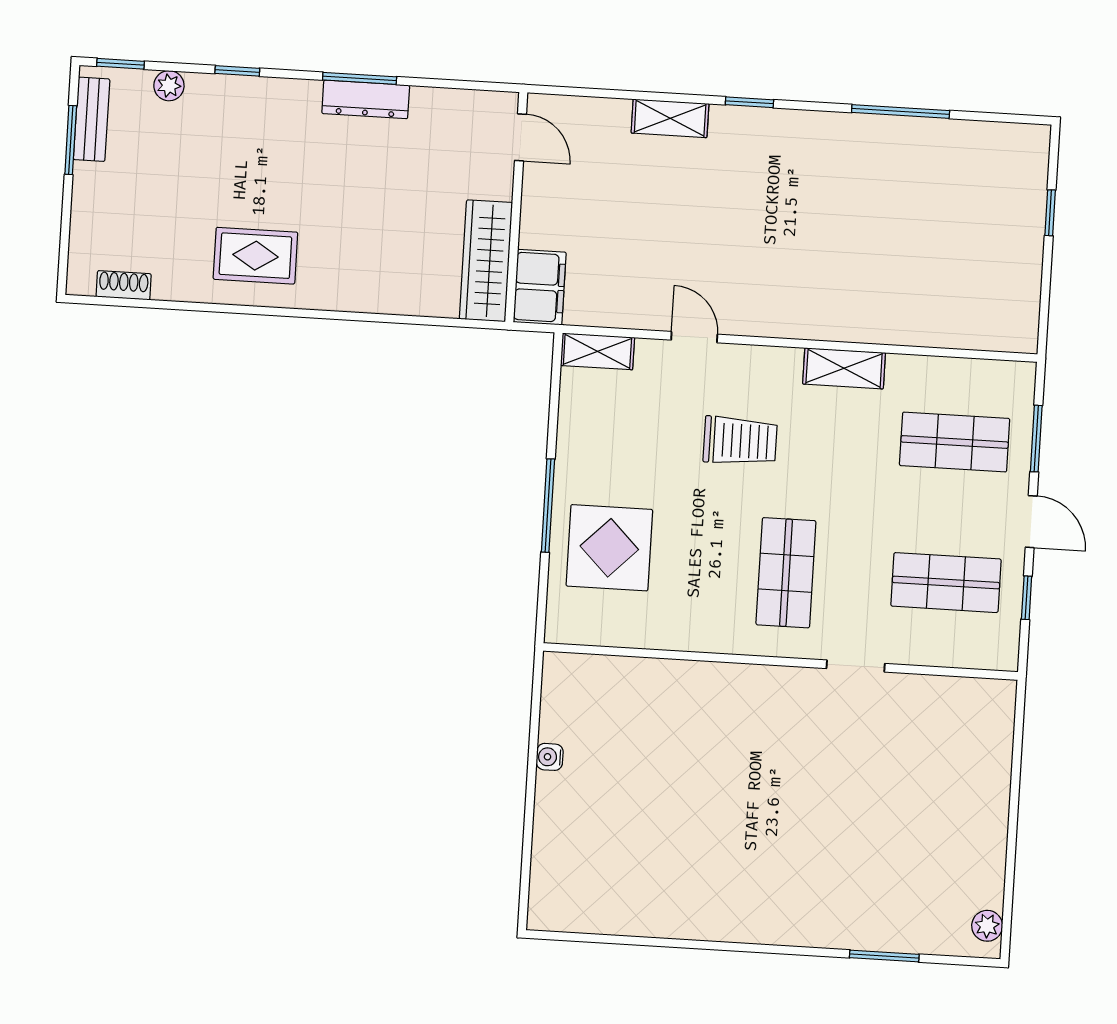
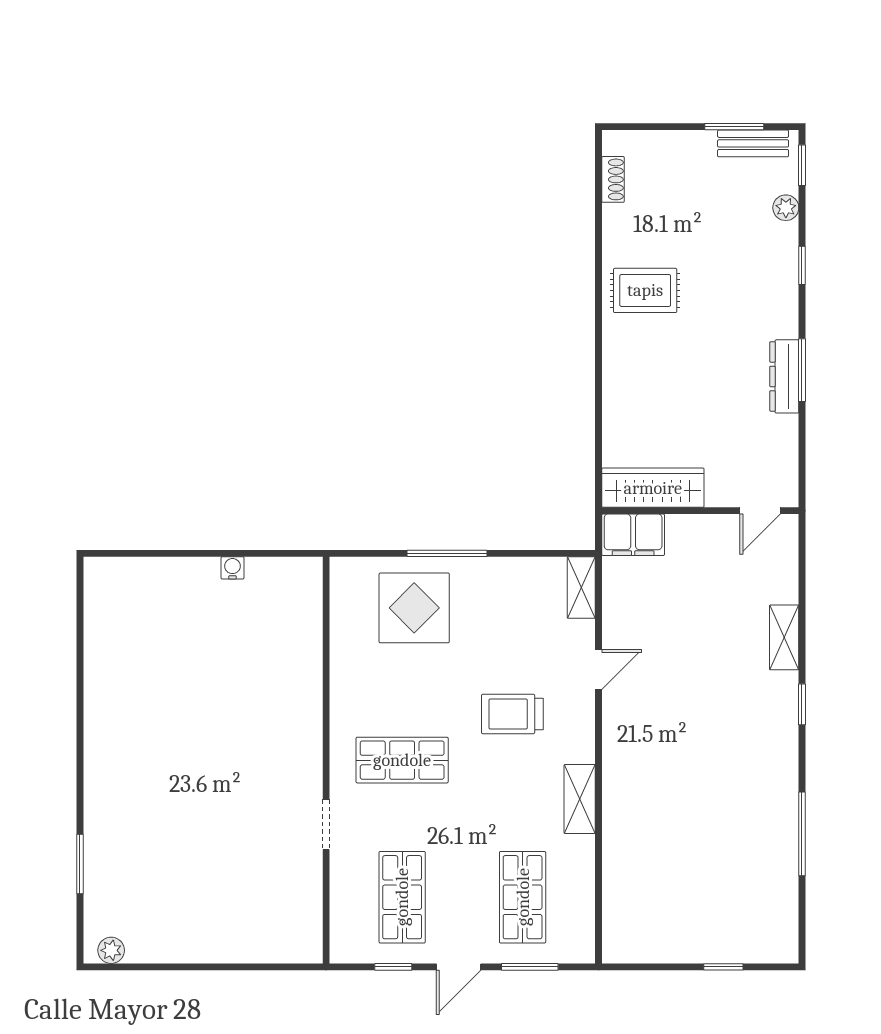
rug: (255, 256) -> (645, 290), turned 90
trolley: (740, 441) -> (512, 714), turned 90

